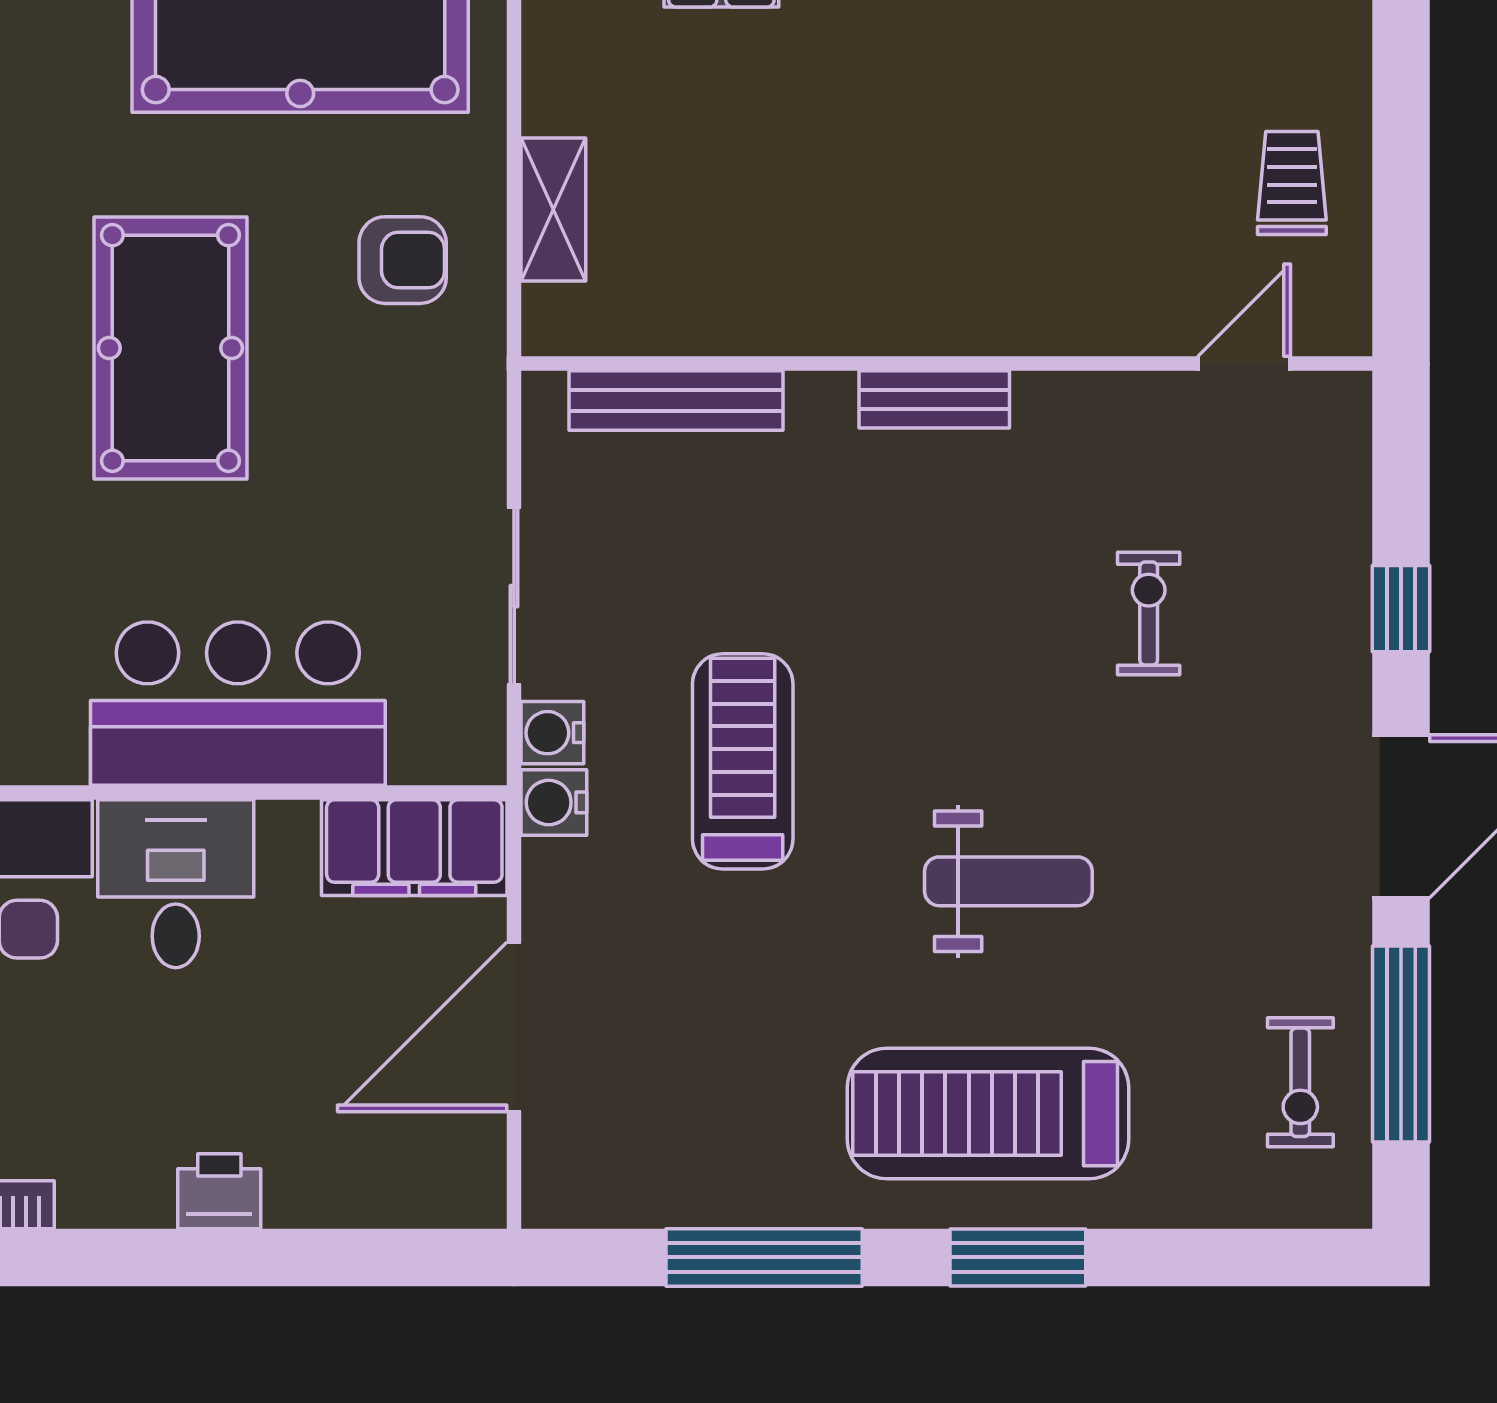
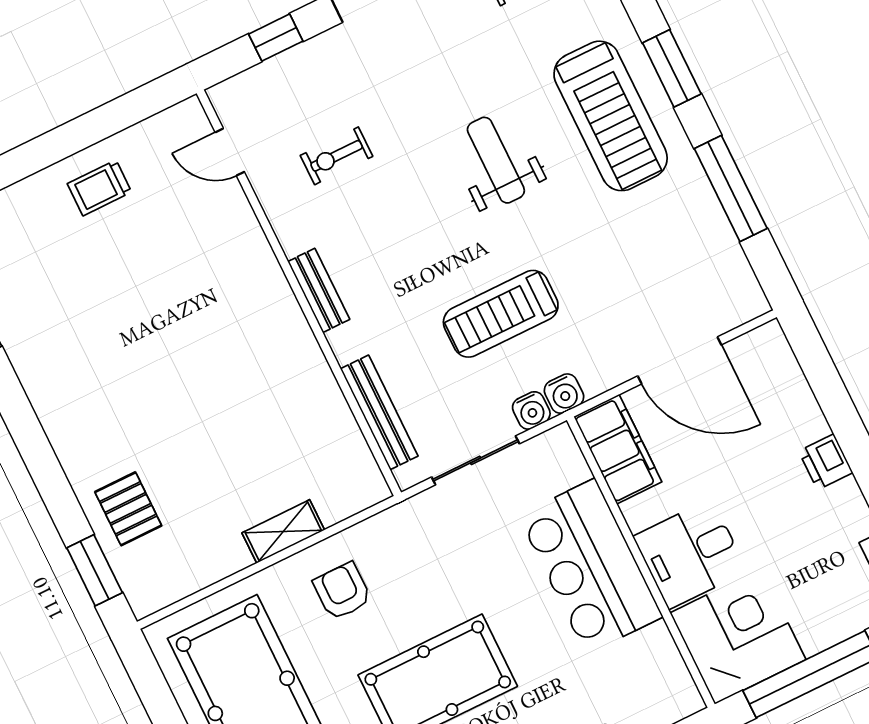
wall: (947, 363) -> (299, 293), moved
door: (1244, 363) -> (230, 152), moved
bench: (934, 399) -> (319, 290), moved
bench: (676, 400) -> (379, 412), moved

